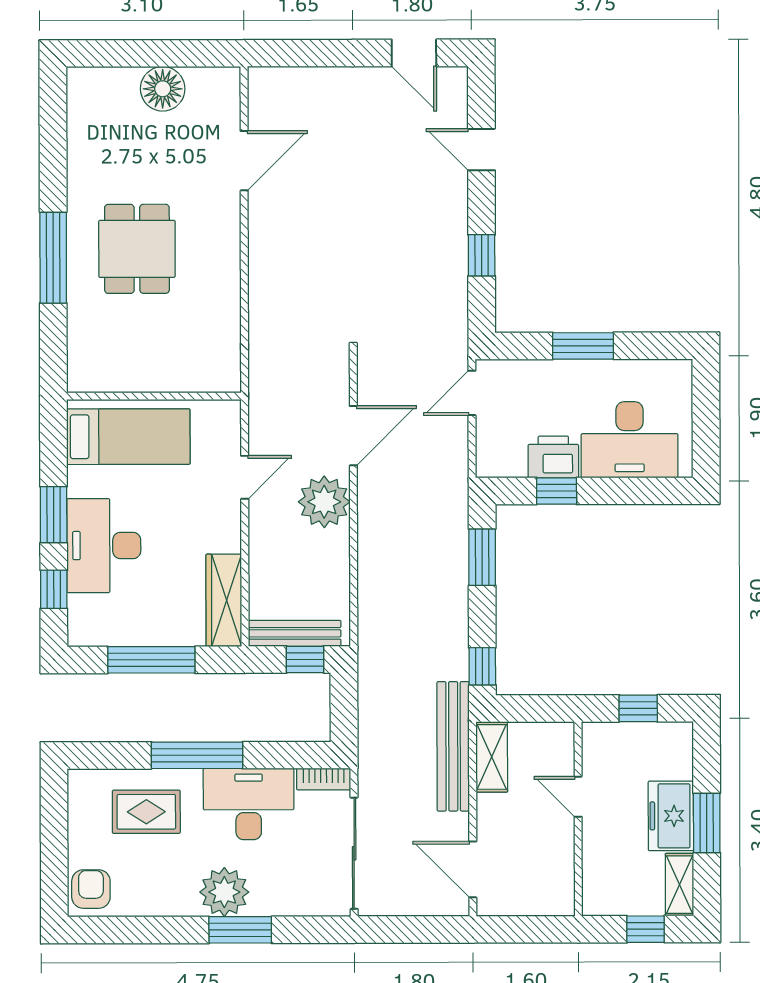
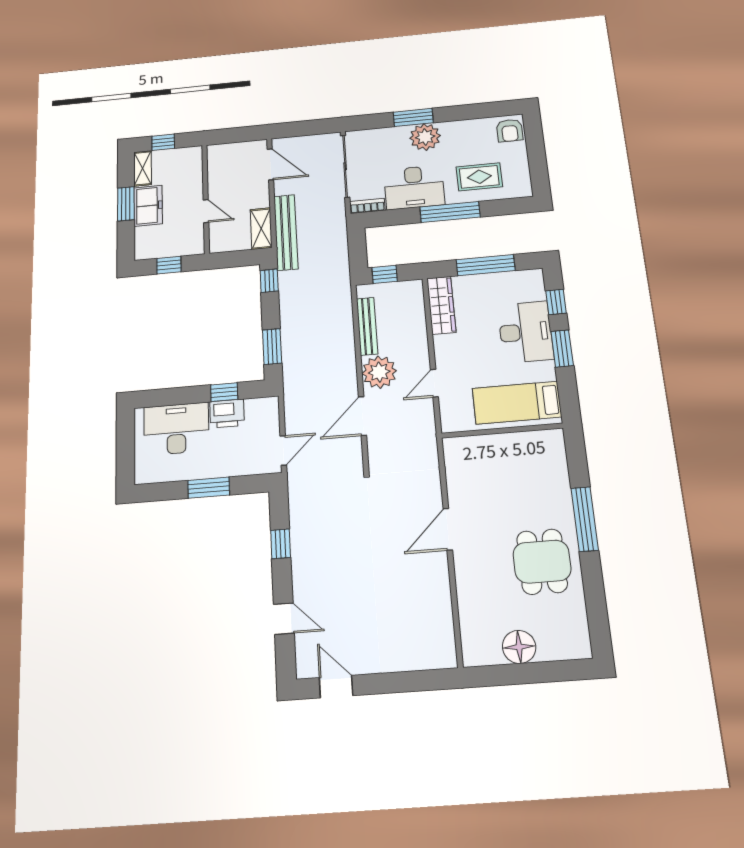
door: (244, 161) -> (448, 529), moved
dining table: (137, 249) -> (542, 562), moved
bench: (295, 633) -> (367, 326), moved, turned 90

